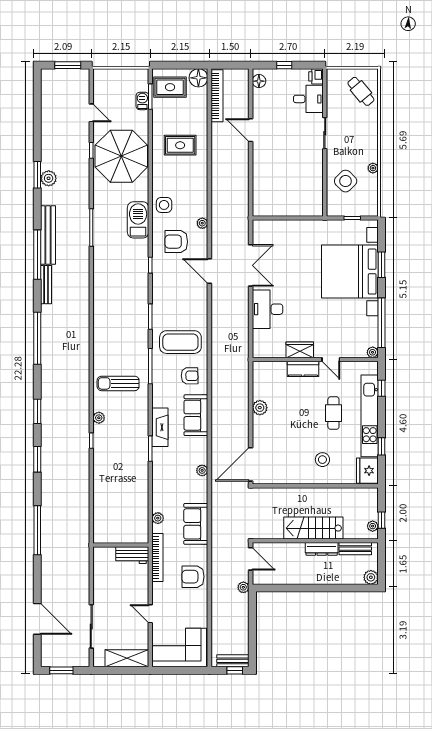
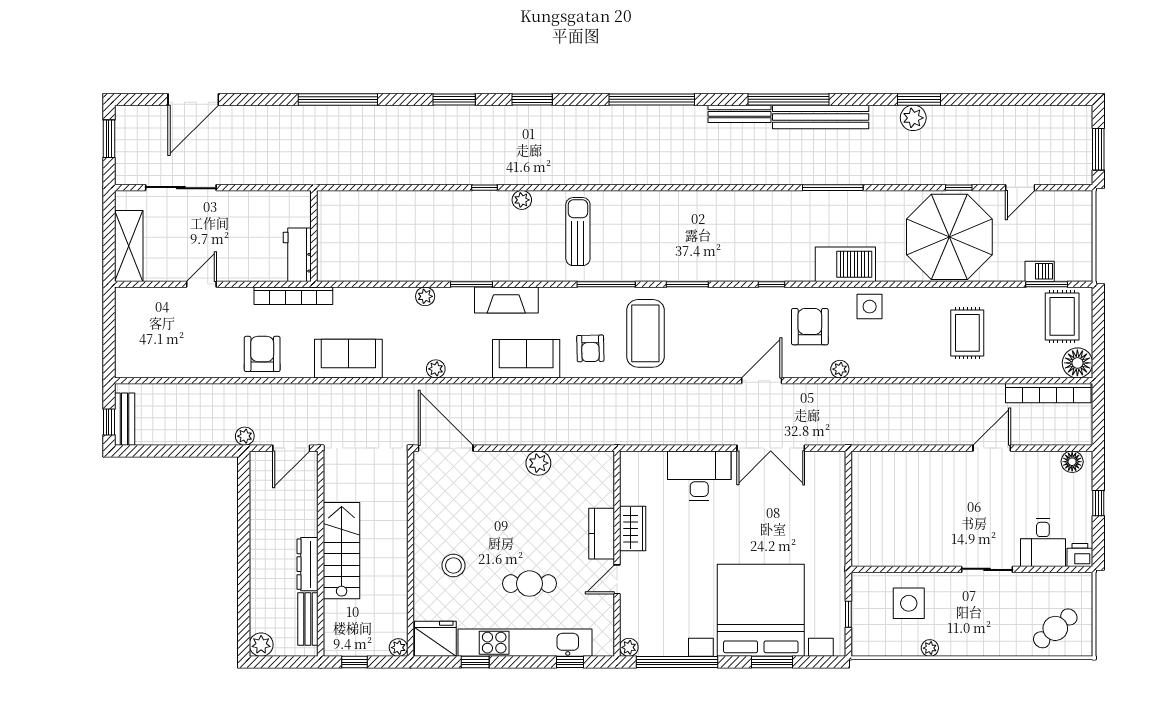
side table: (346, 181) -> (909, 603), turned 45
plant: (158, 518) -> (425, 296), moved
plant: (373, 526) -> (398, 648), moved
corner sofa: (179, 648) -> (146, 331), removed

